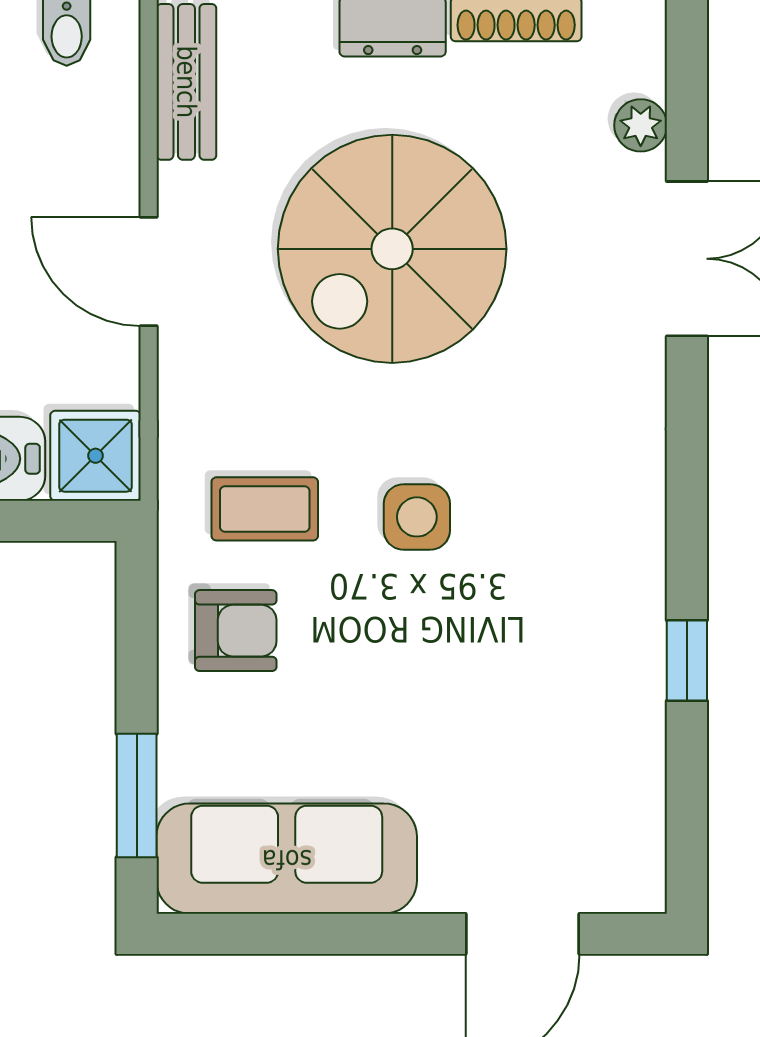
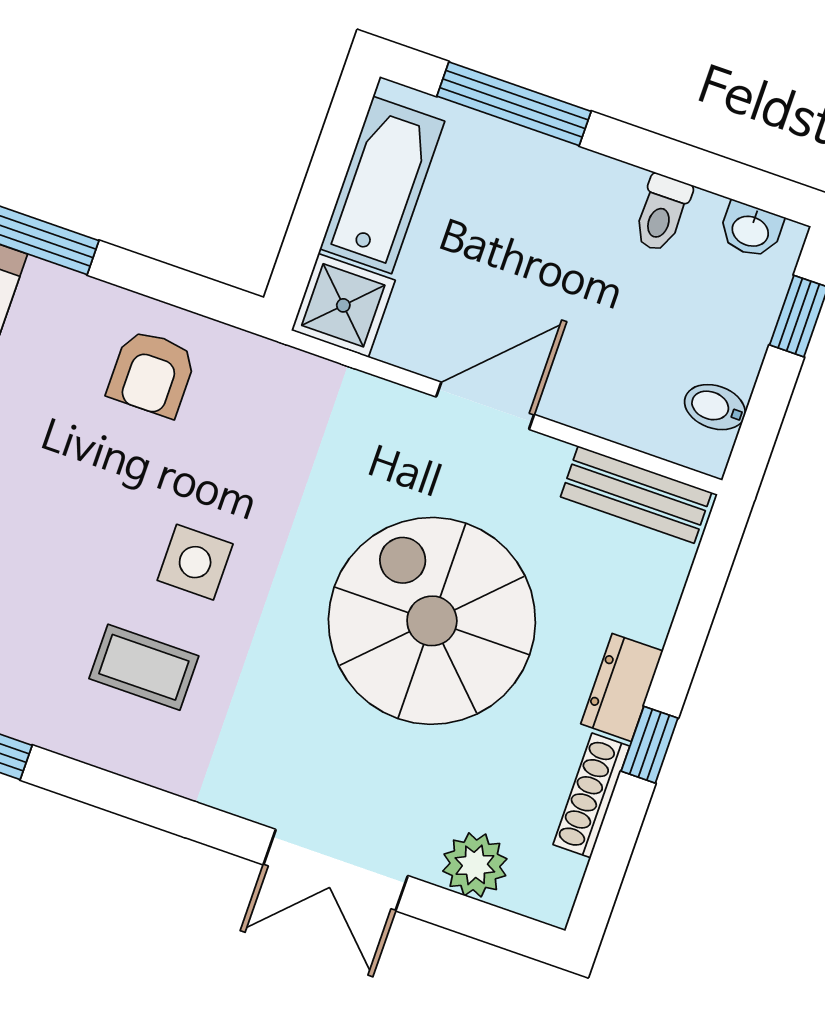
plant: (641, 125) -> (475, 865), width x1.38, depth x1.38
coffee table: (265, 509) -> (144, 667), moved, turned 90

